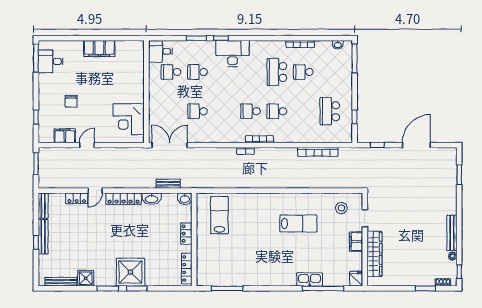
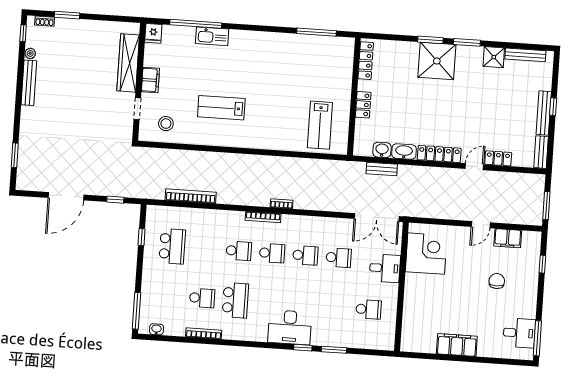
desk: (160, 51) -> (385, 268), moved
school desk: (198, 72) -> (305, 255), moved
washbasin: (185, 199) -> (382, 150), moved

